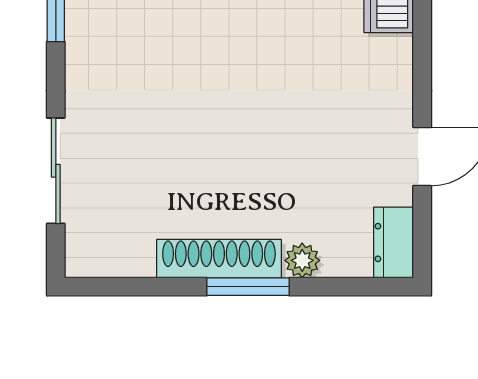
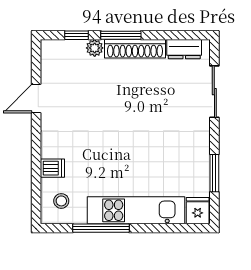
dresser: (393, 242) -> (184, 49), moved, turned 90
window: (339, 287) -> (77, 35), added

